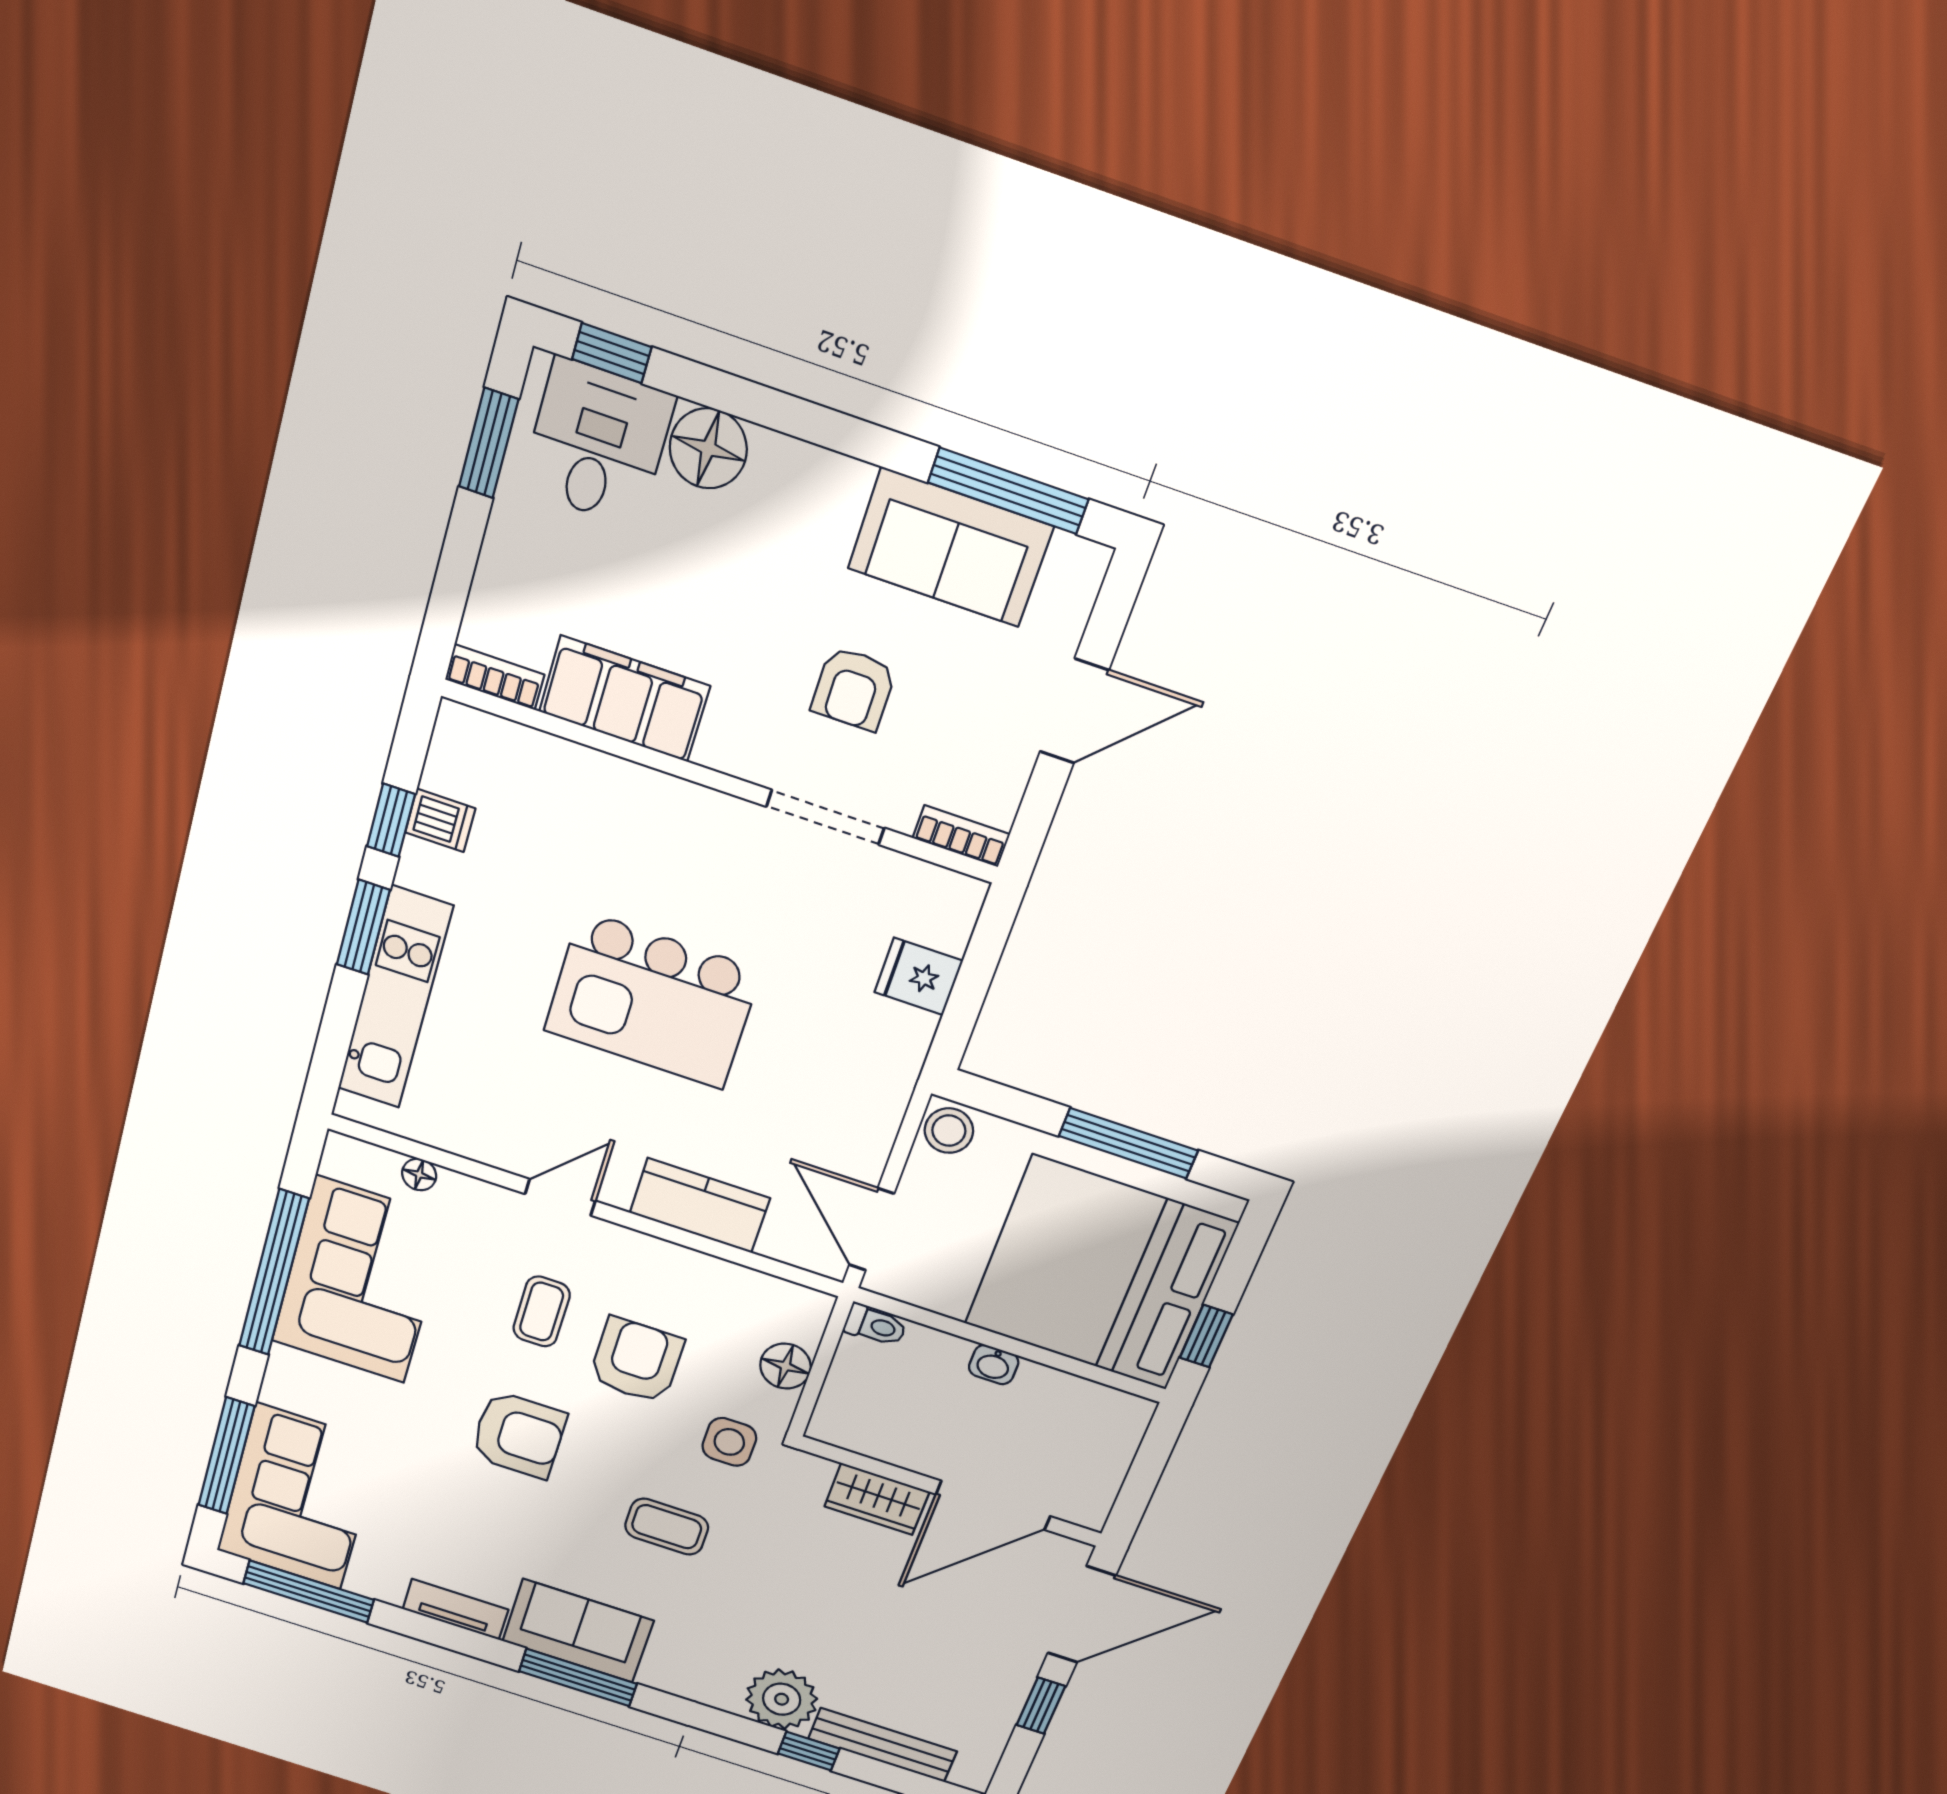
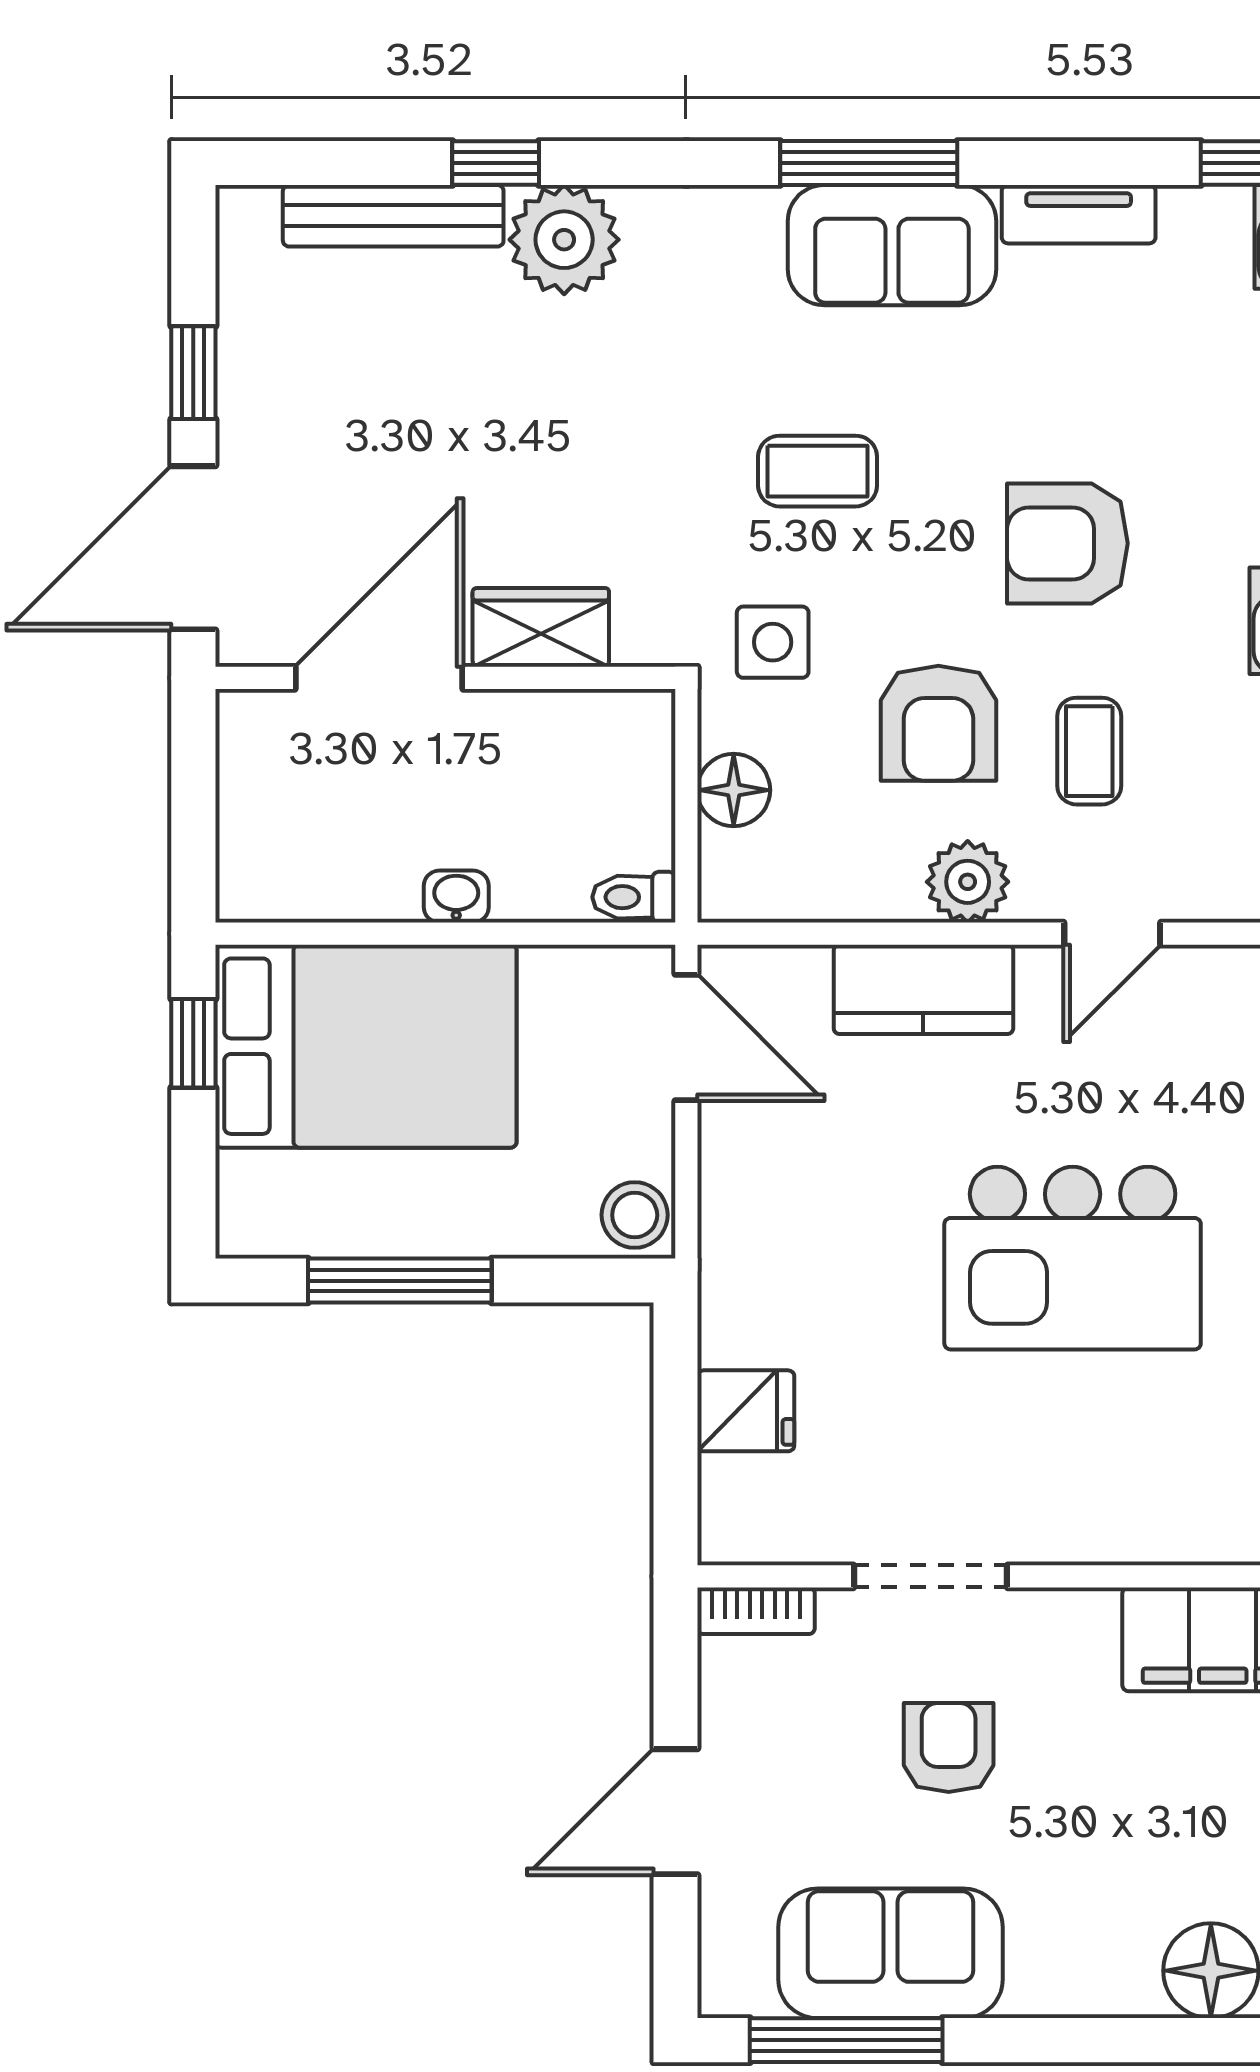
kitchen island: (652, 1000) -> (1073, 1258), turned 180
plant: (648, 1261) -> (968, 882), added
bed: (1100, 1274) -> (366, 1046), width x0.73

